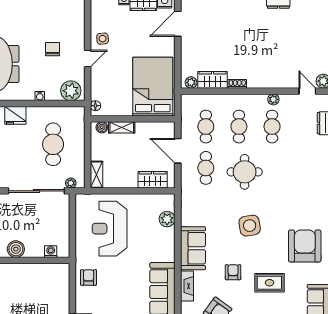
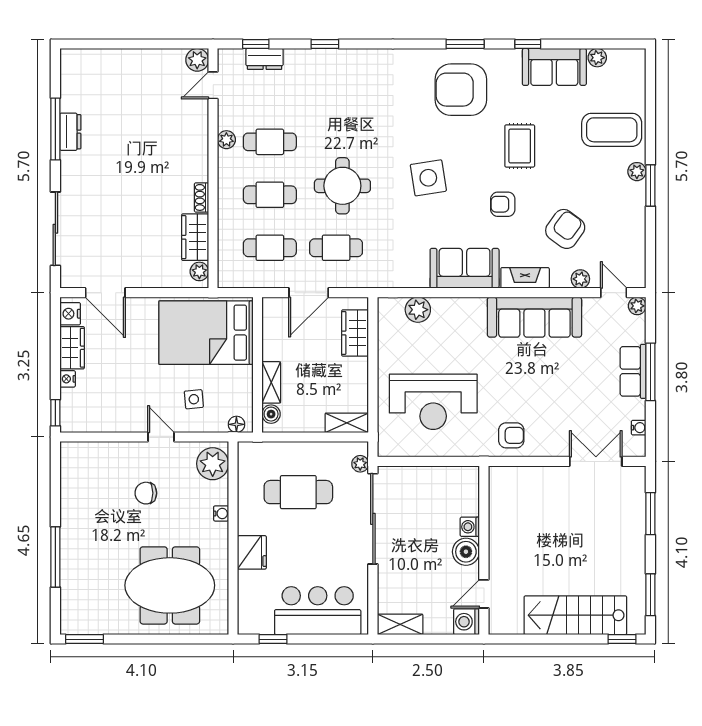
side table: (103, 39) -> (194, 399), moved
washing machine: (51, 252) -> (470, 527), moved
armchair: (89, 277) -> (511, 435), turned 180

